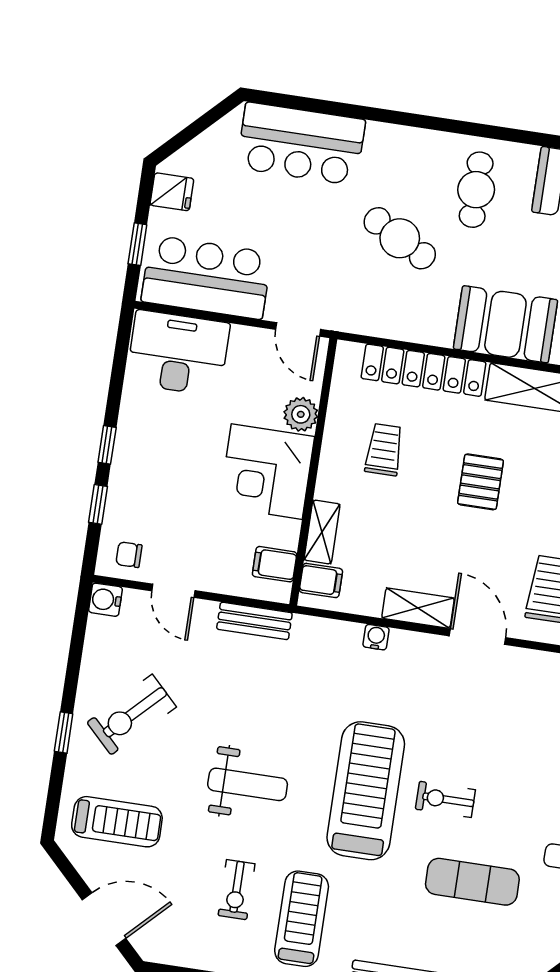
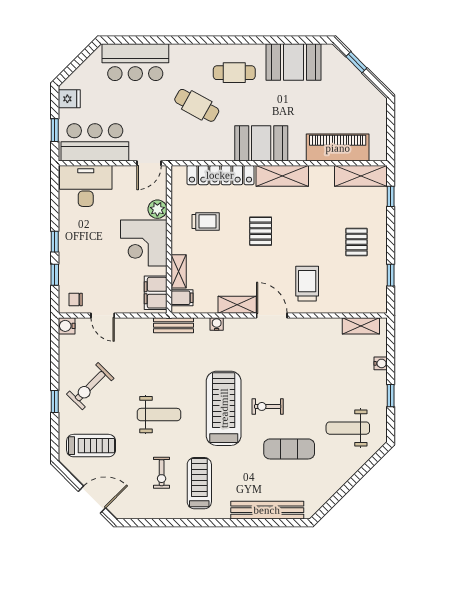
cafe table: (476, 190) -> (234, 73), turned 90
door: (298, 329) -> (149, 163), hinge flipped
trolley: (384, 450) -> (206, 221), turned 90
filing cabinet: (275, 564) -> (156, 293), width x2.00
bench: (254, 621) -> (174, 325), moved

